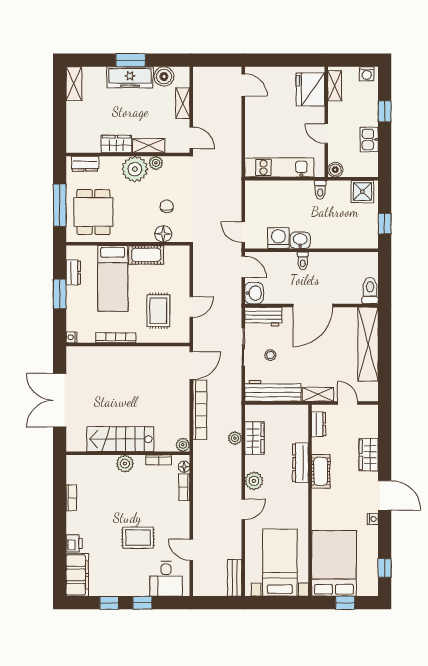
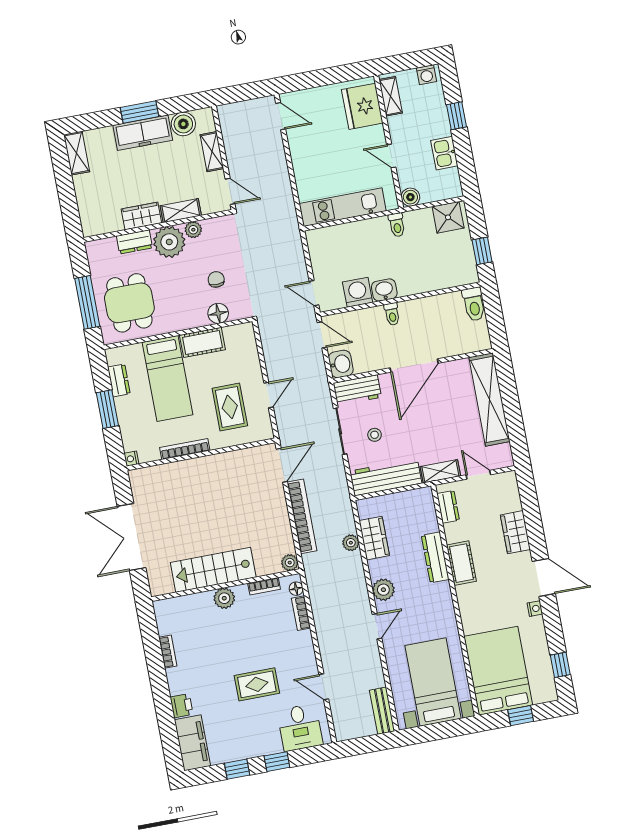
dresser: (85, 164) -> (134, 242), moved
toilet: (370, 290) -> (474, 304), moved, turned 180

